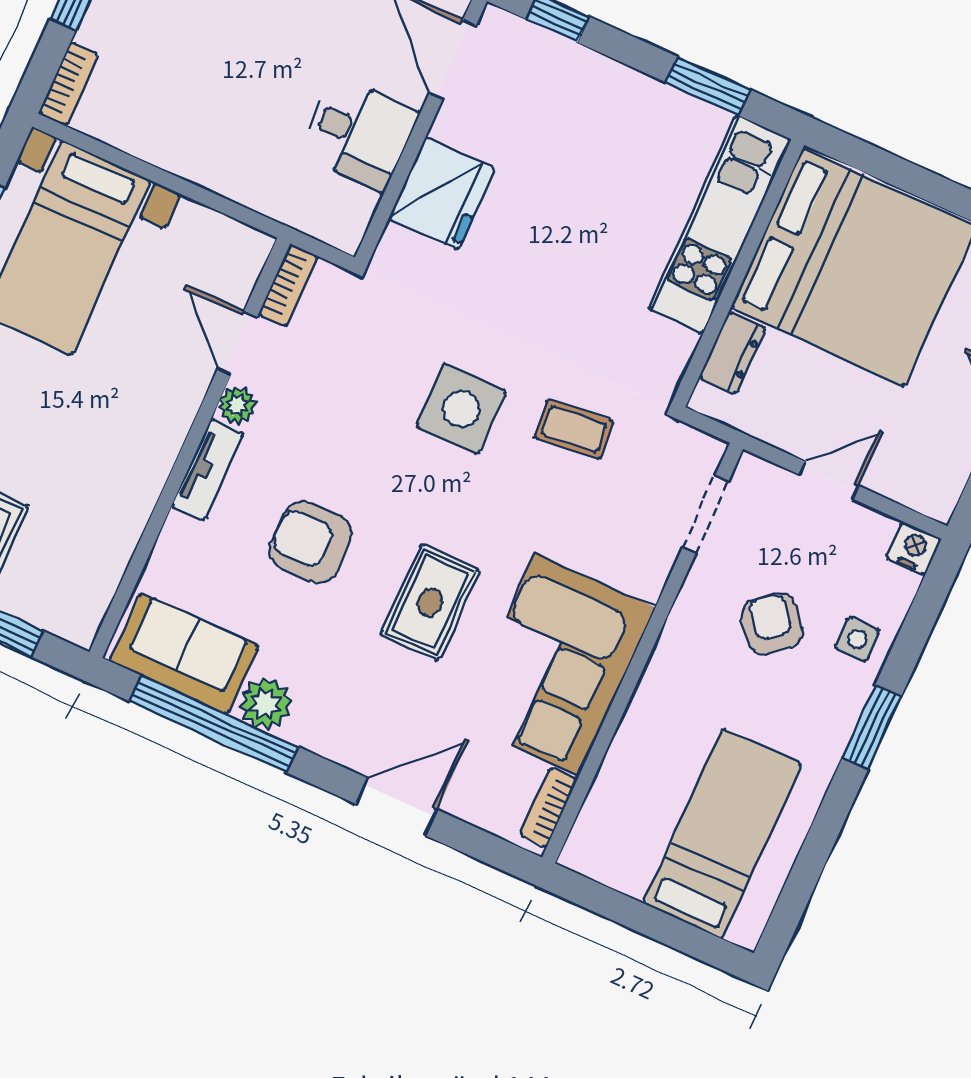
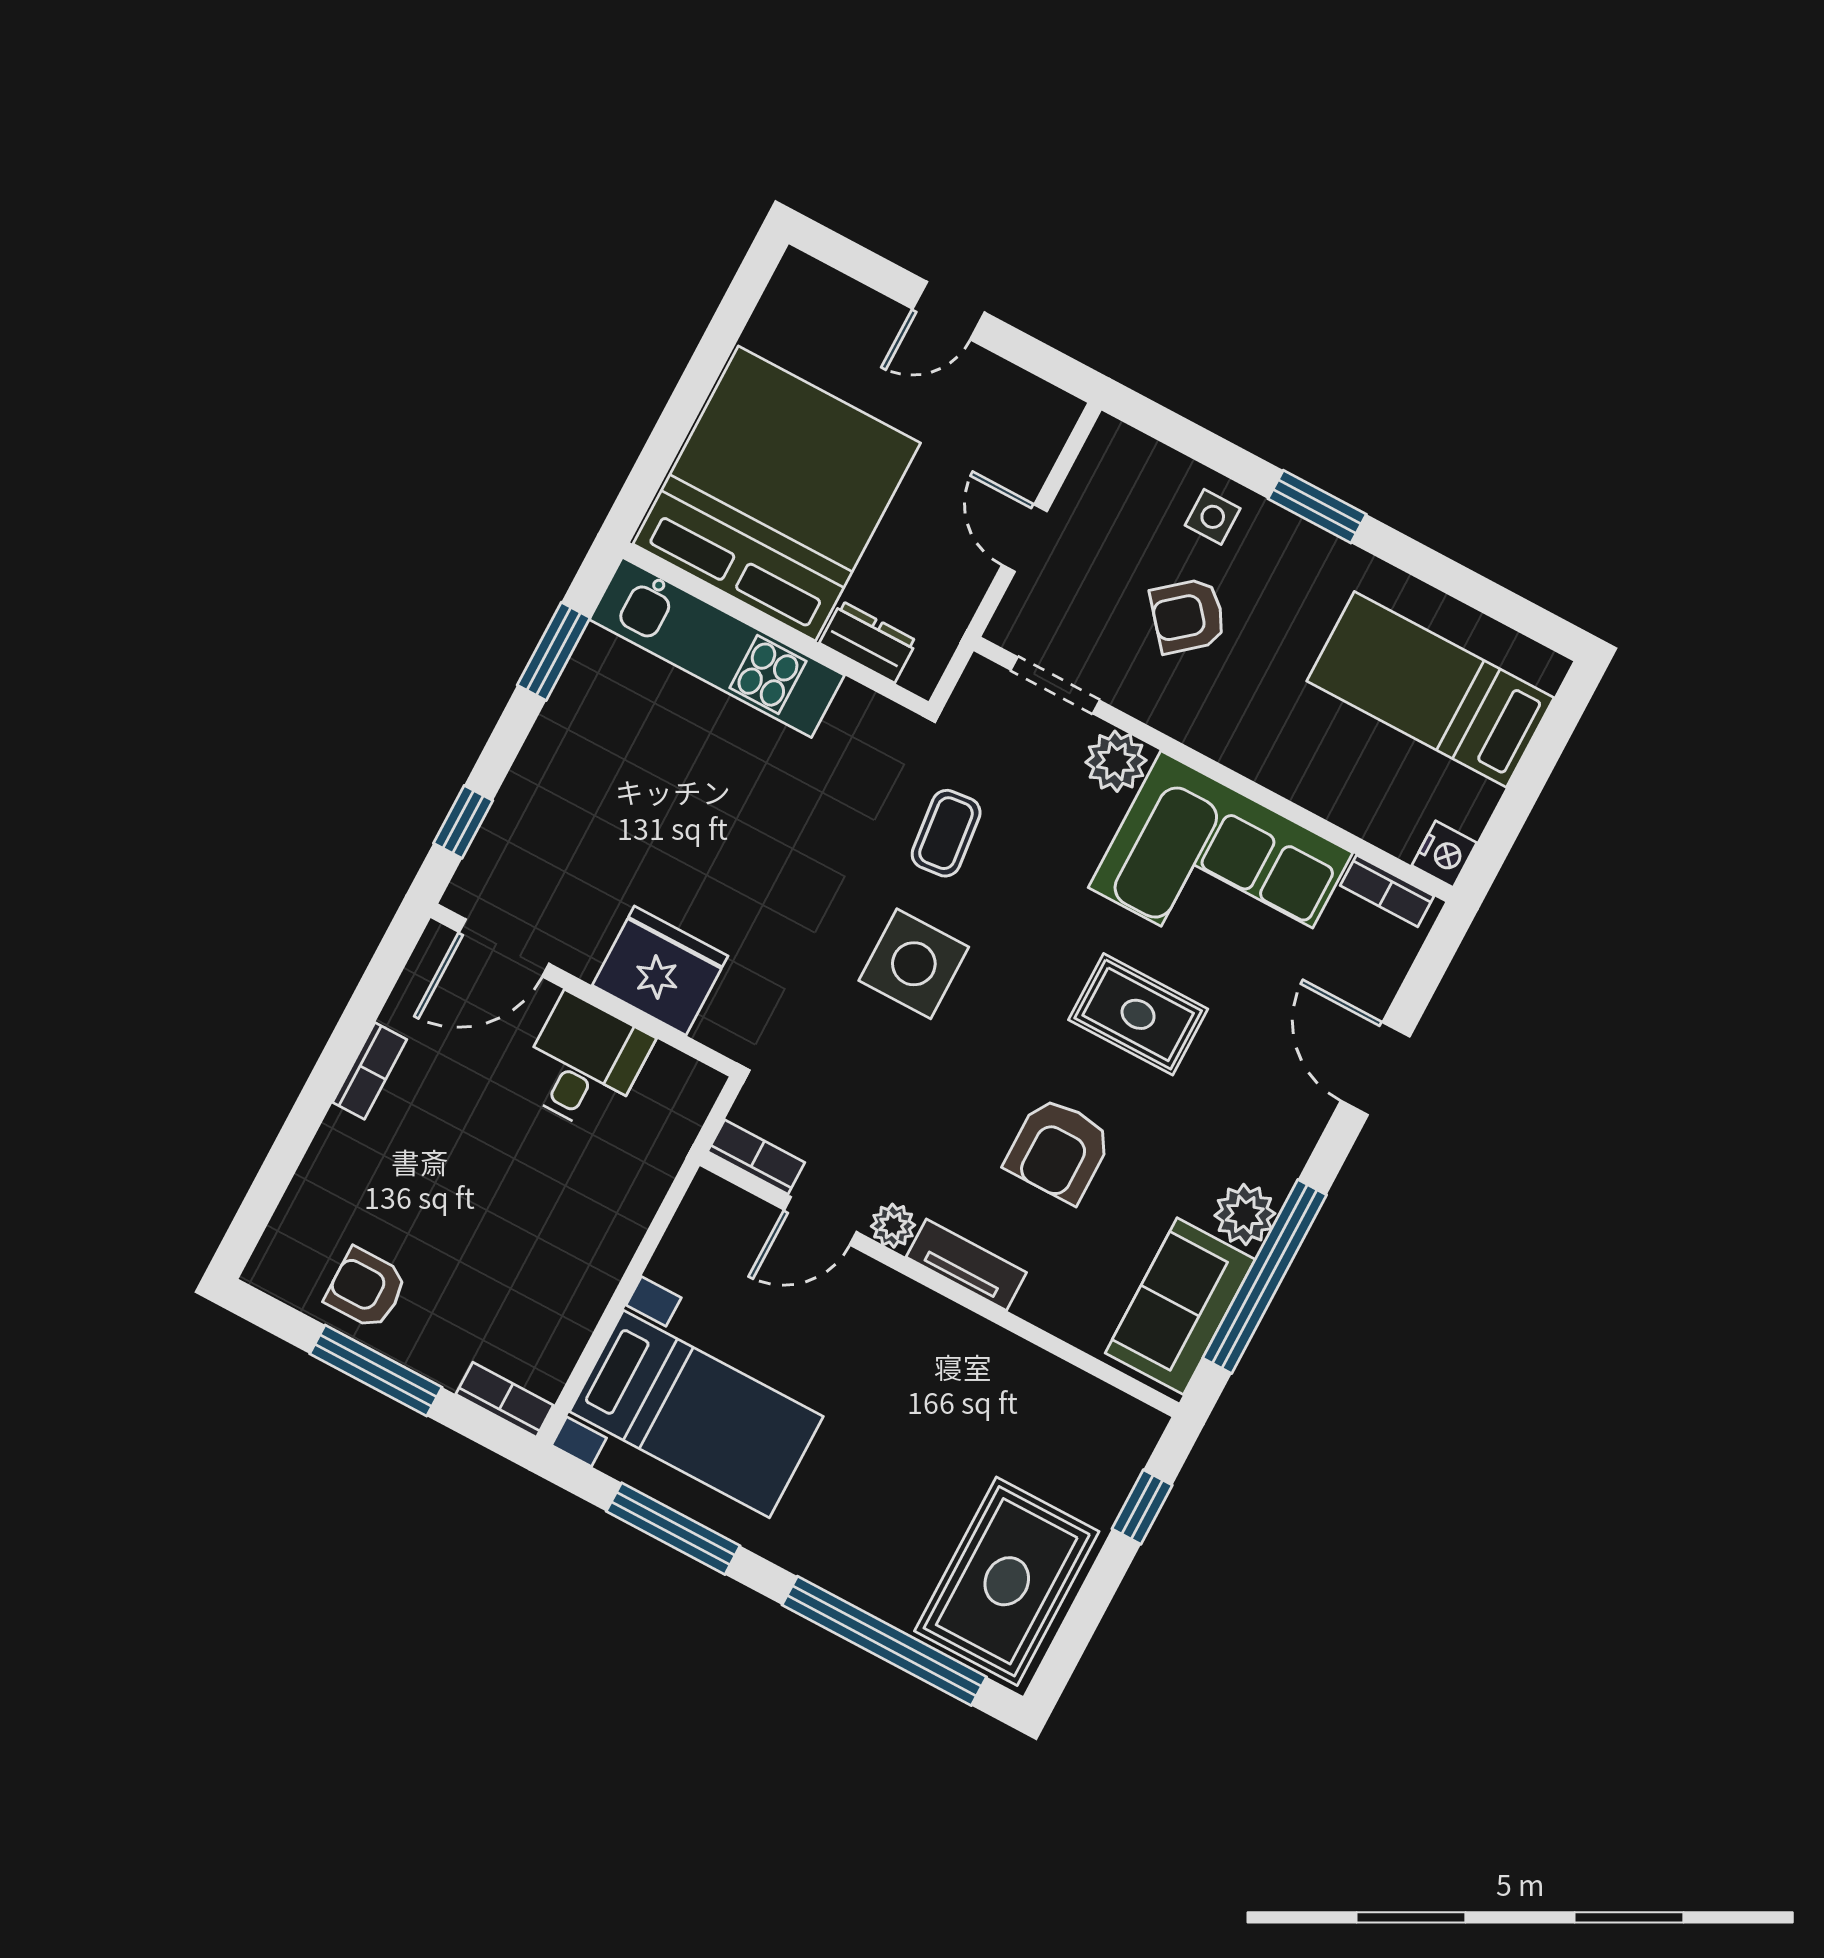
nightstand: (914, 548) -> (1444, 854), moved, turned 180
plant: (644, 570) -> (1116, 761), added

